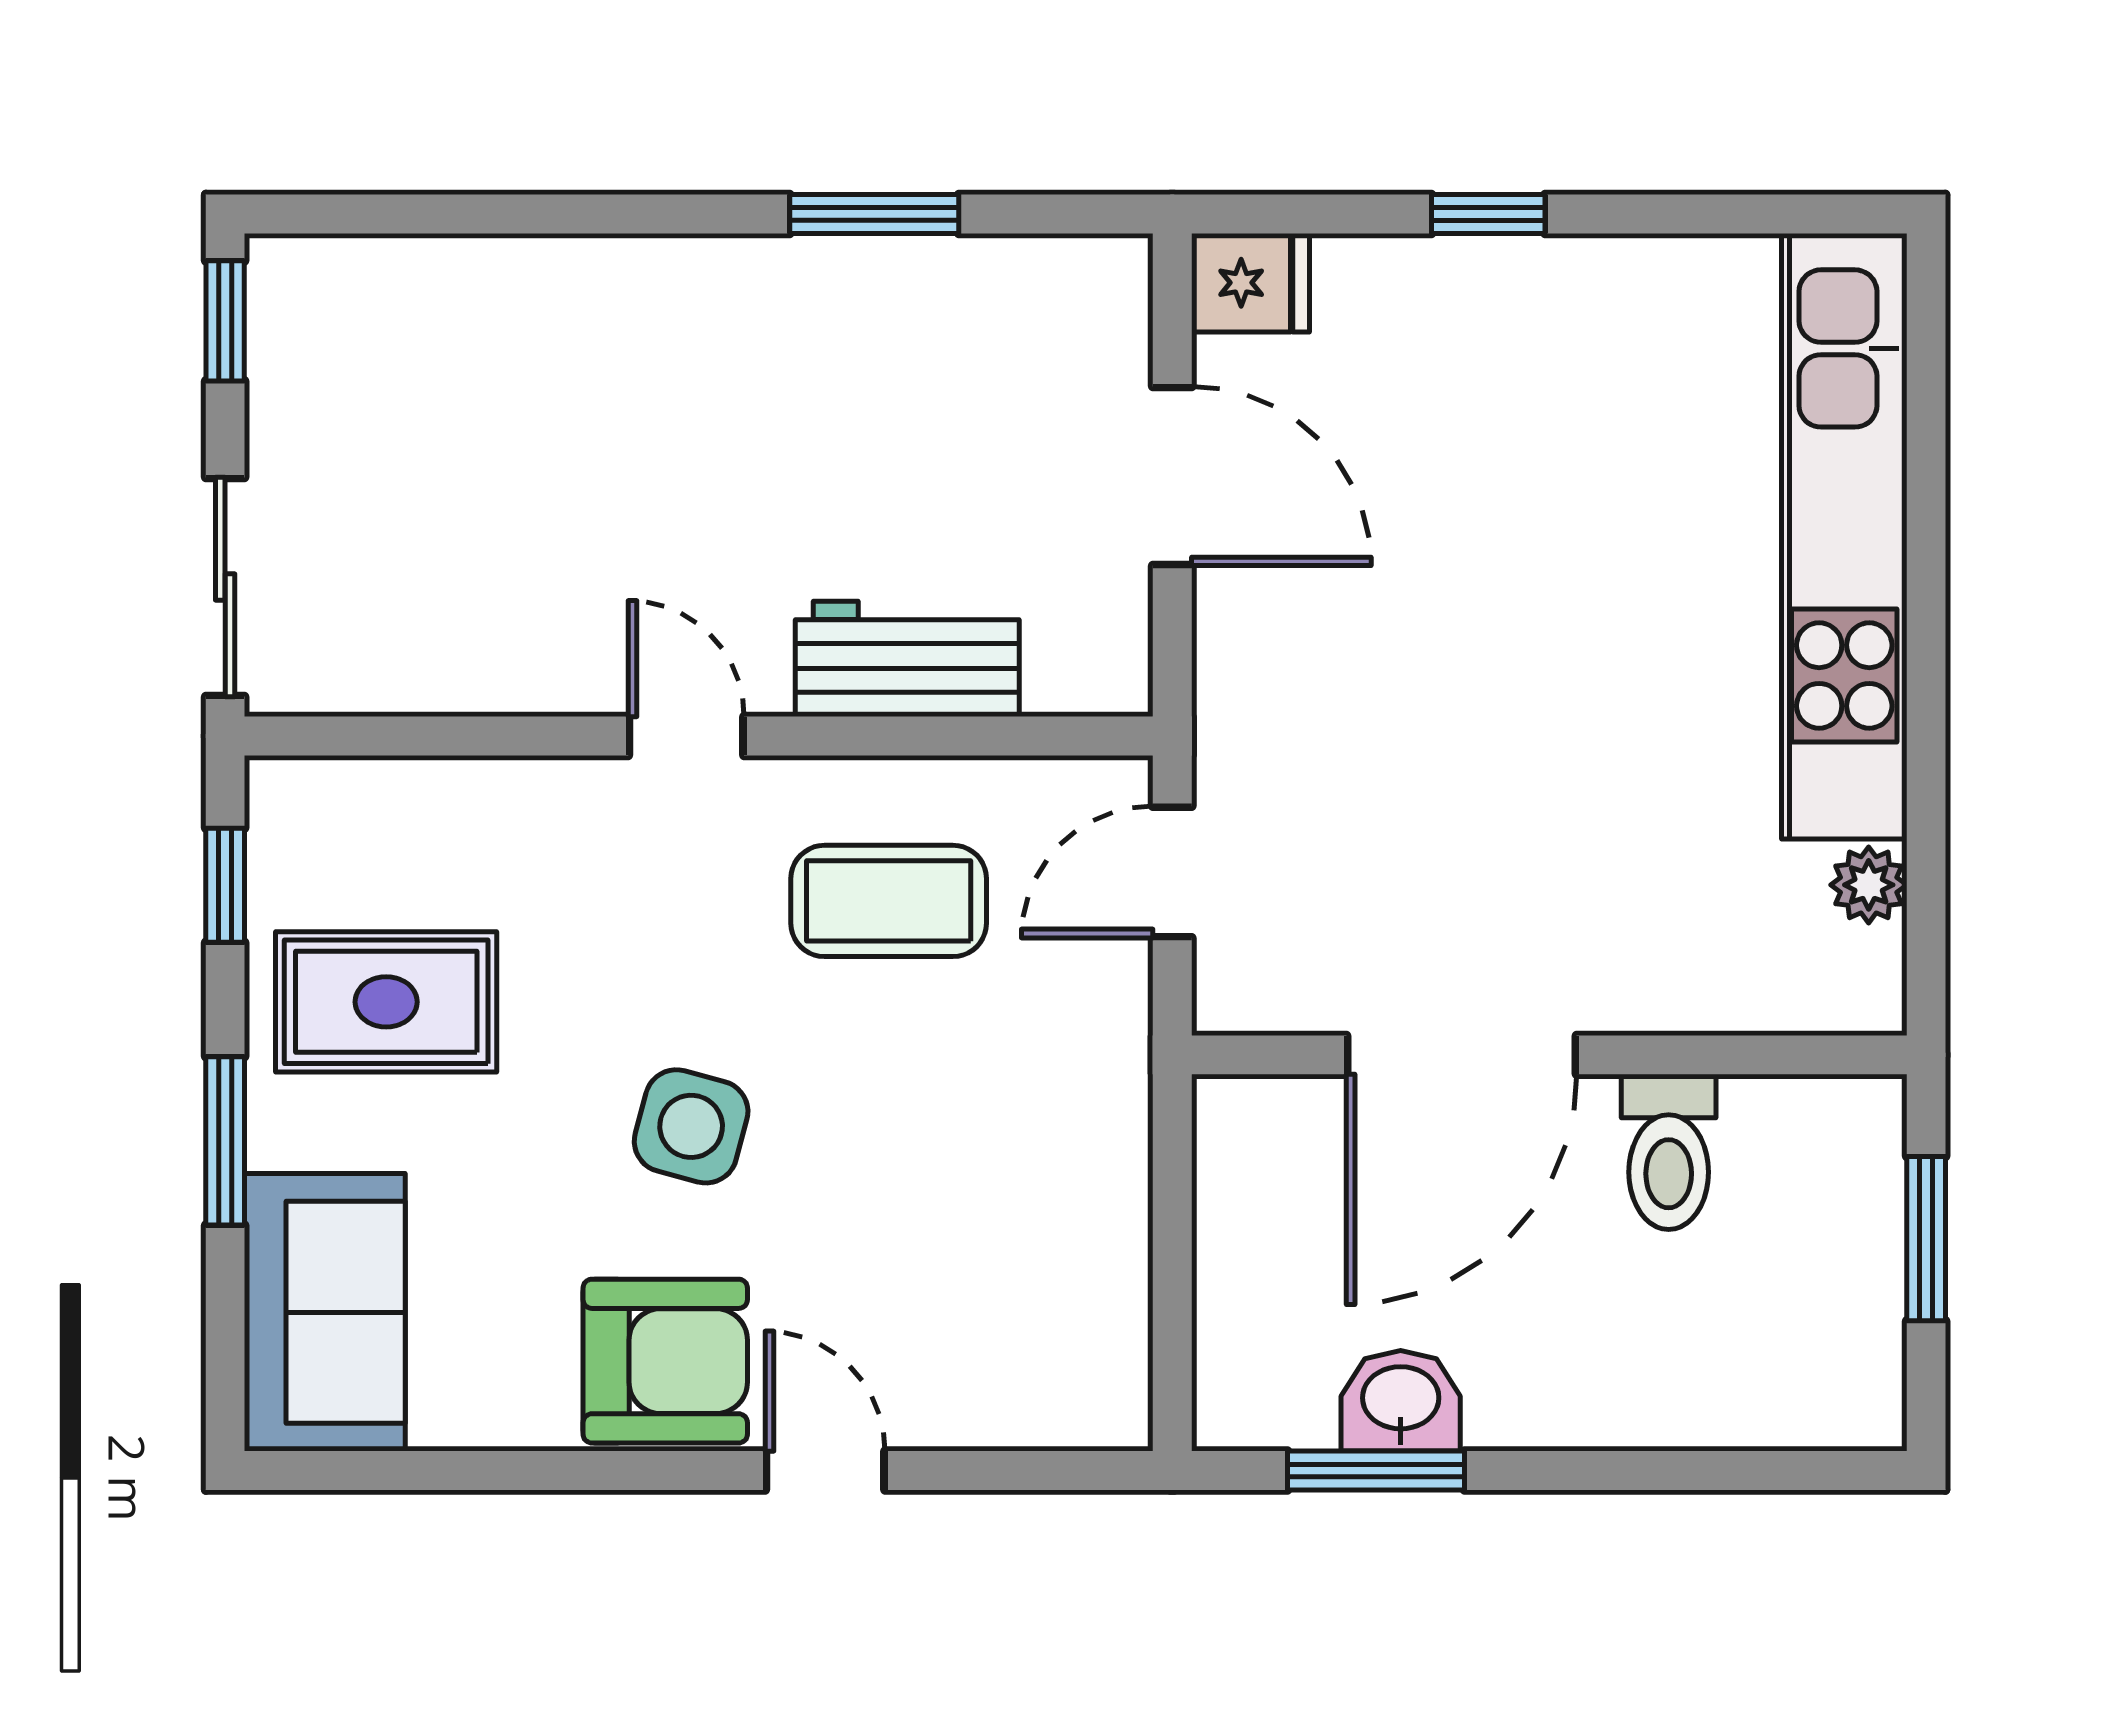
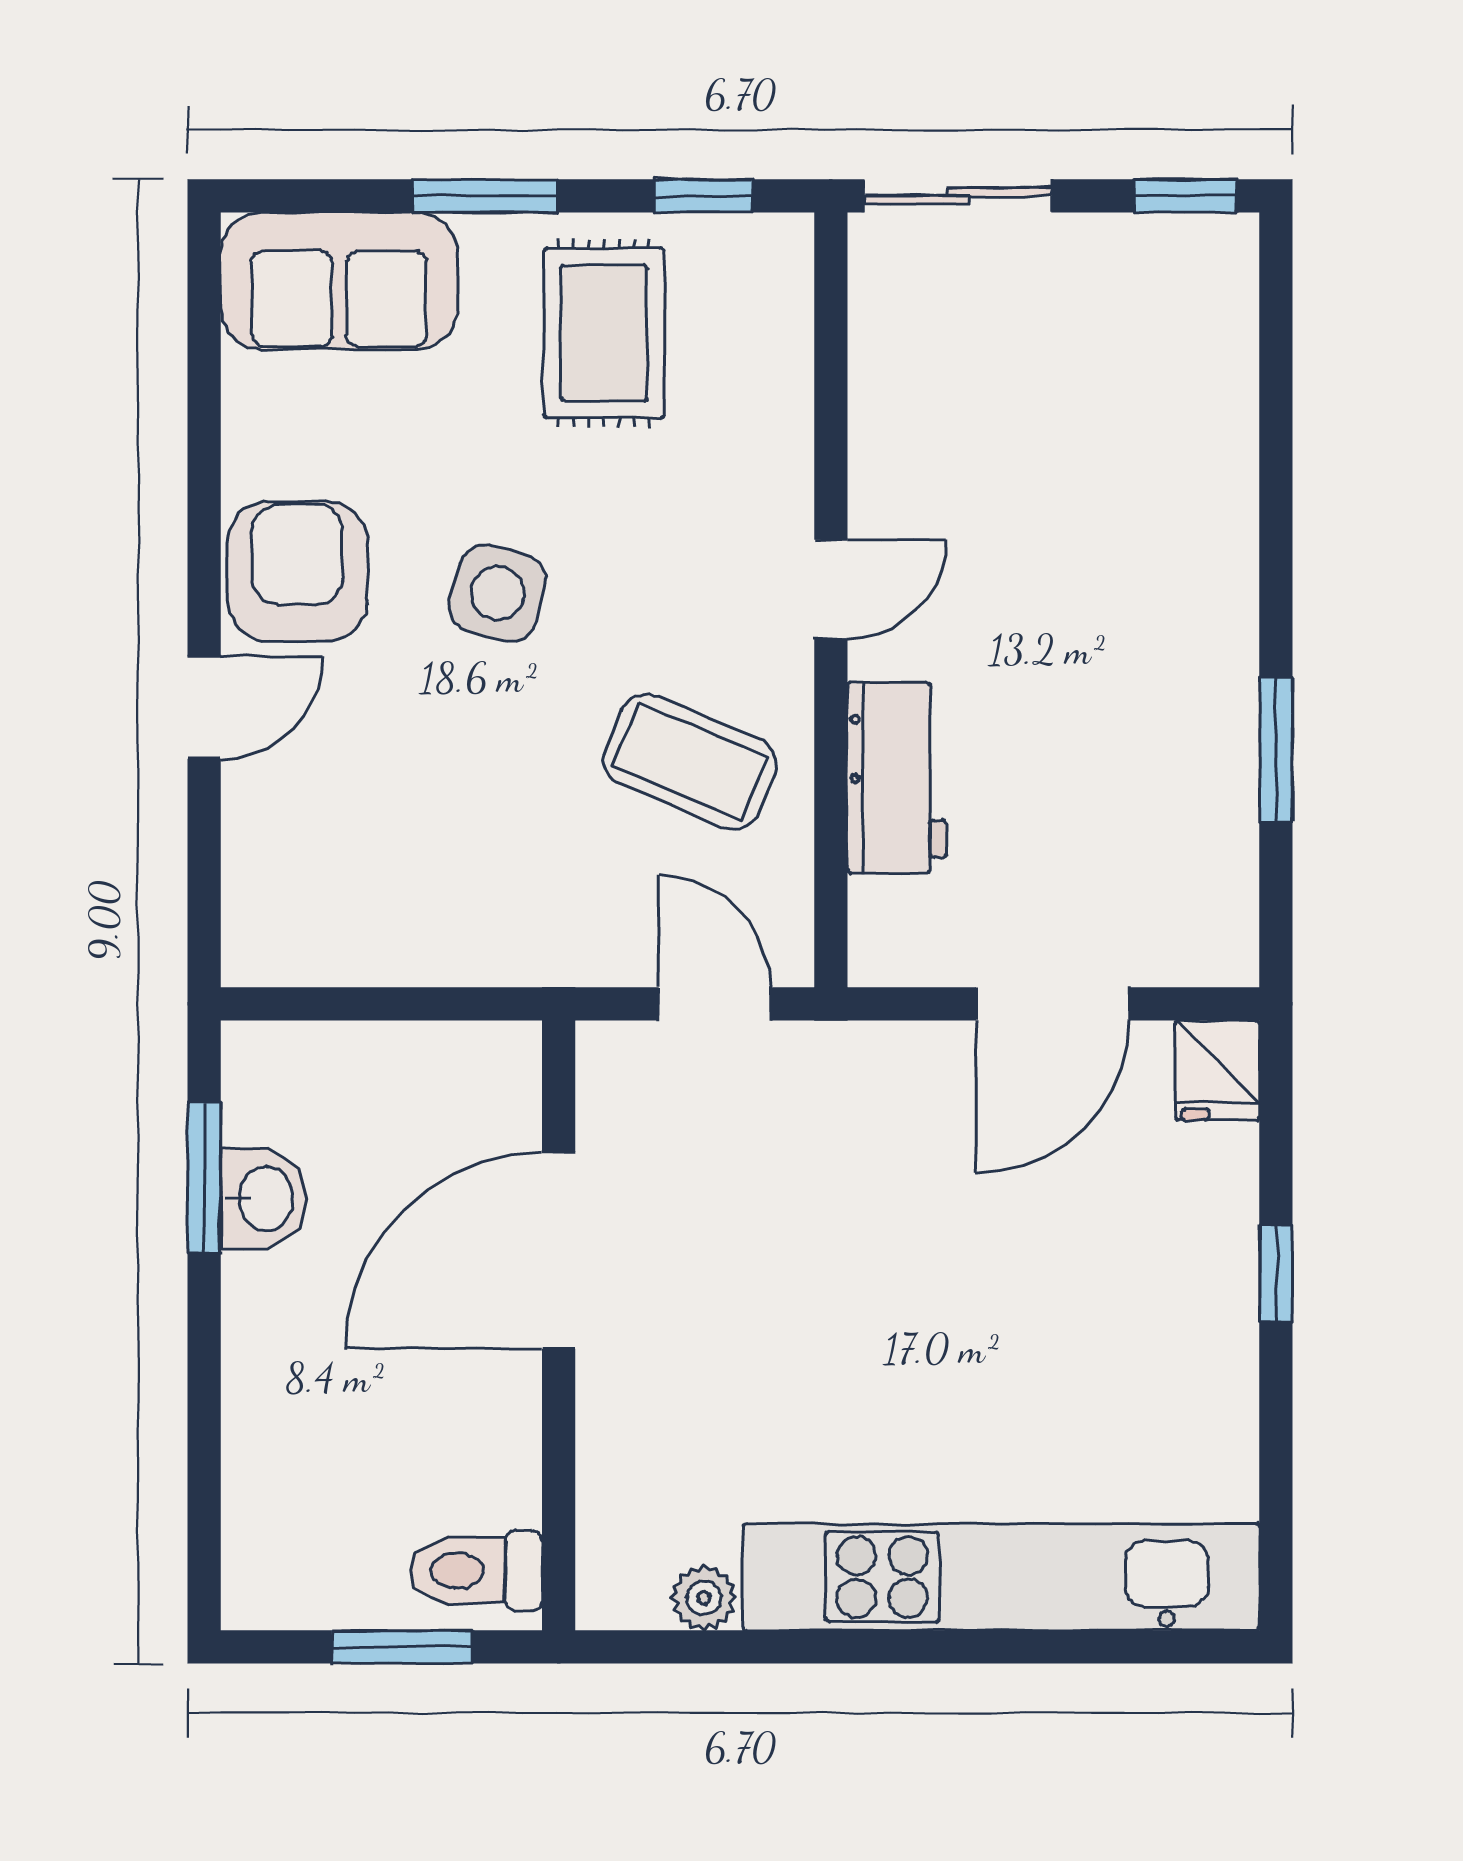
coffee table: (889, 901) -> (690, 762), turned -67
door: (1461, 1055) -> (559, 1251), hinge flipped
toilet: (1669, 1152) -> (476, 1571), moved
armchair: (665, 1361) -> (297, 571), turned 180

